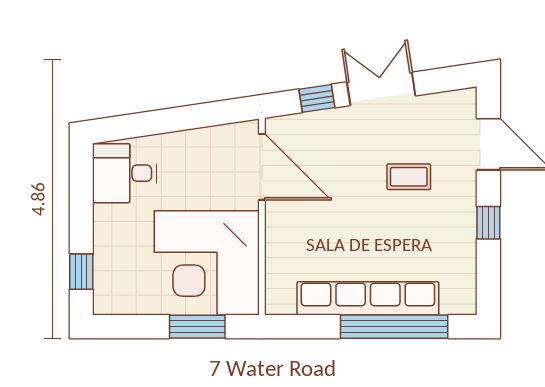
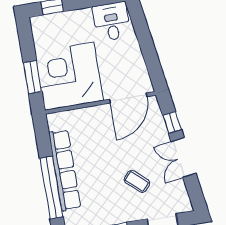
double door: (381, 89) -> (184, 157), swing flipped
coffee table: (409, 177) -> (137, 181), turned -48

